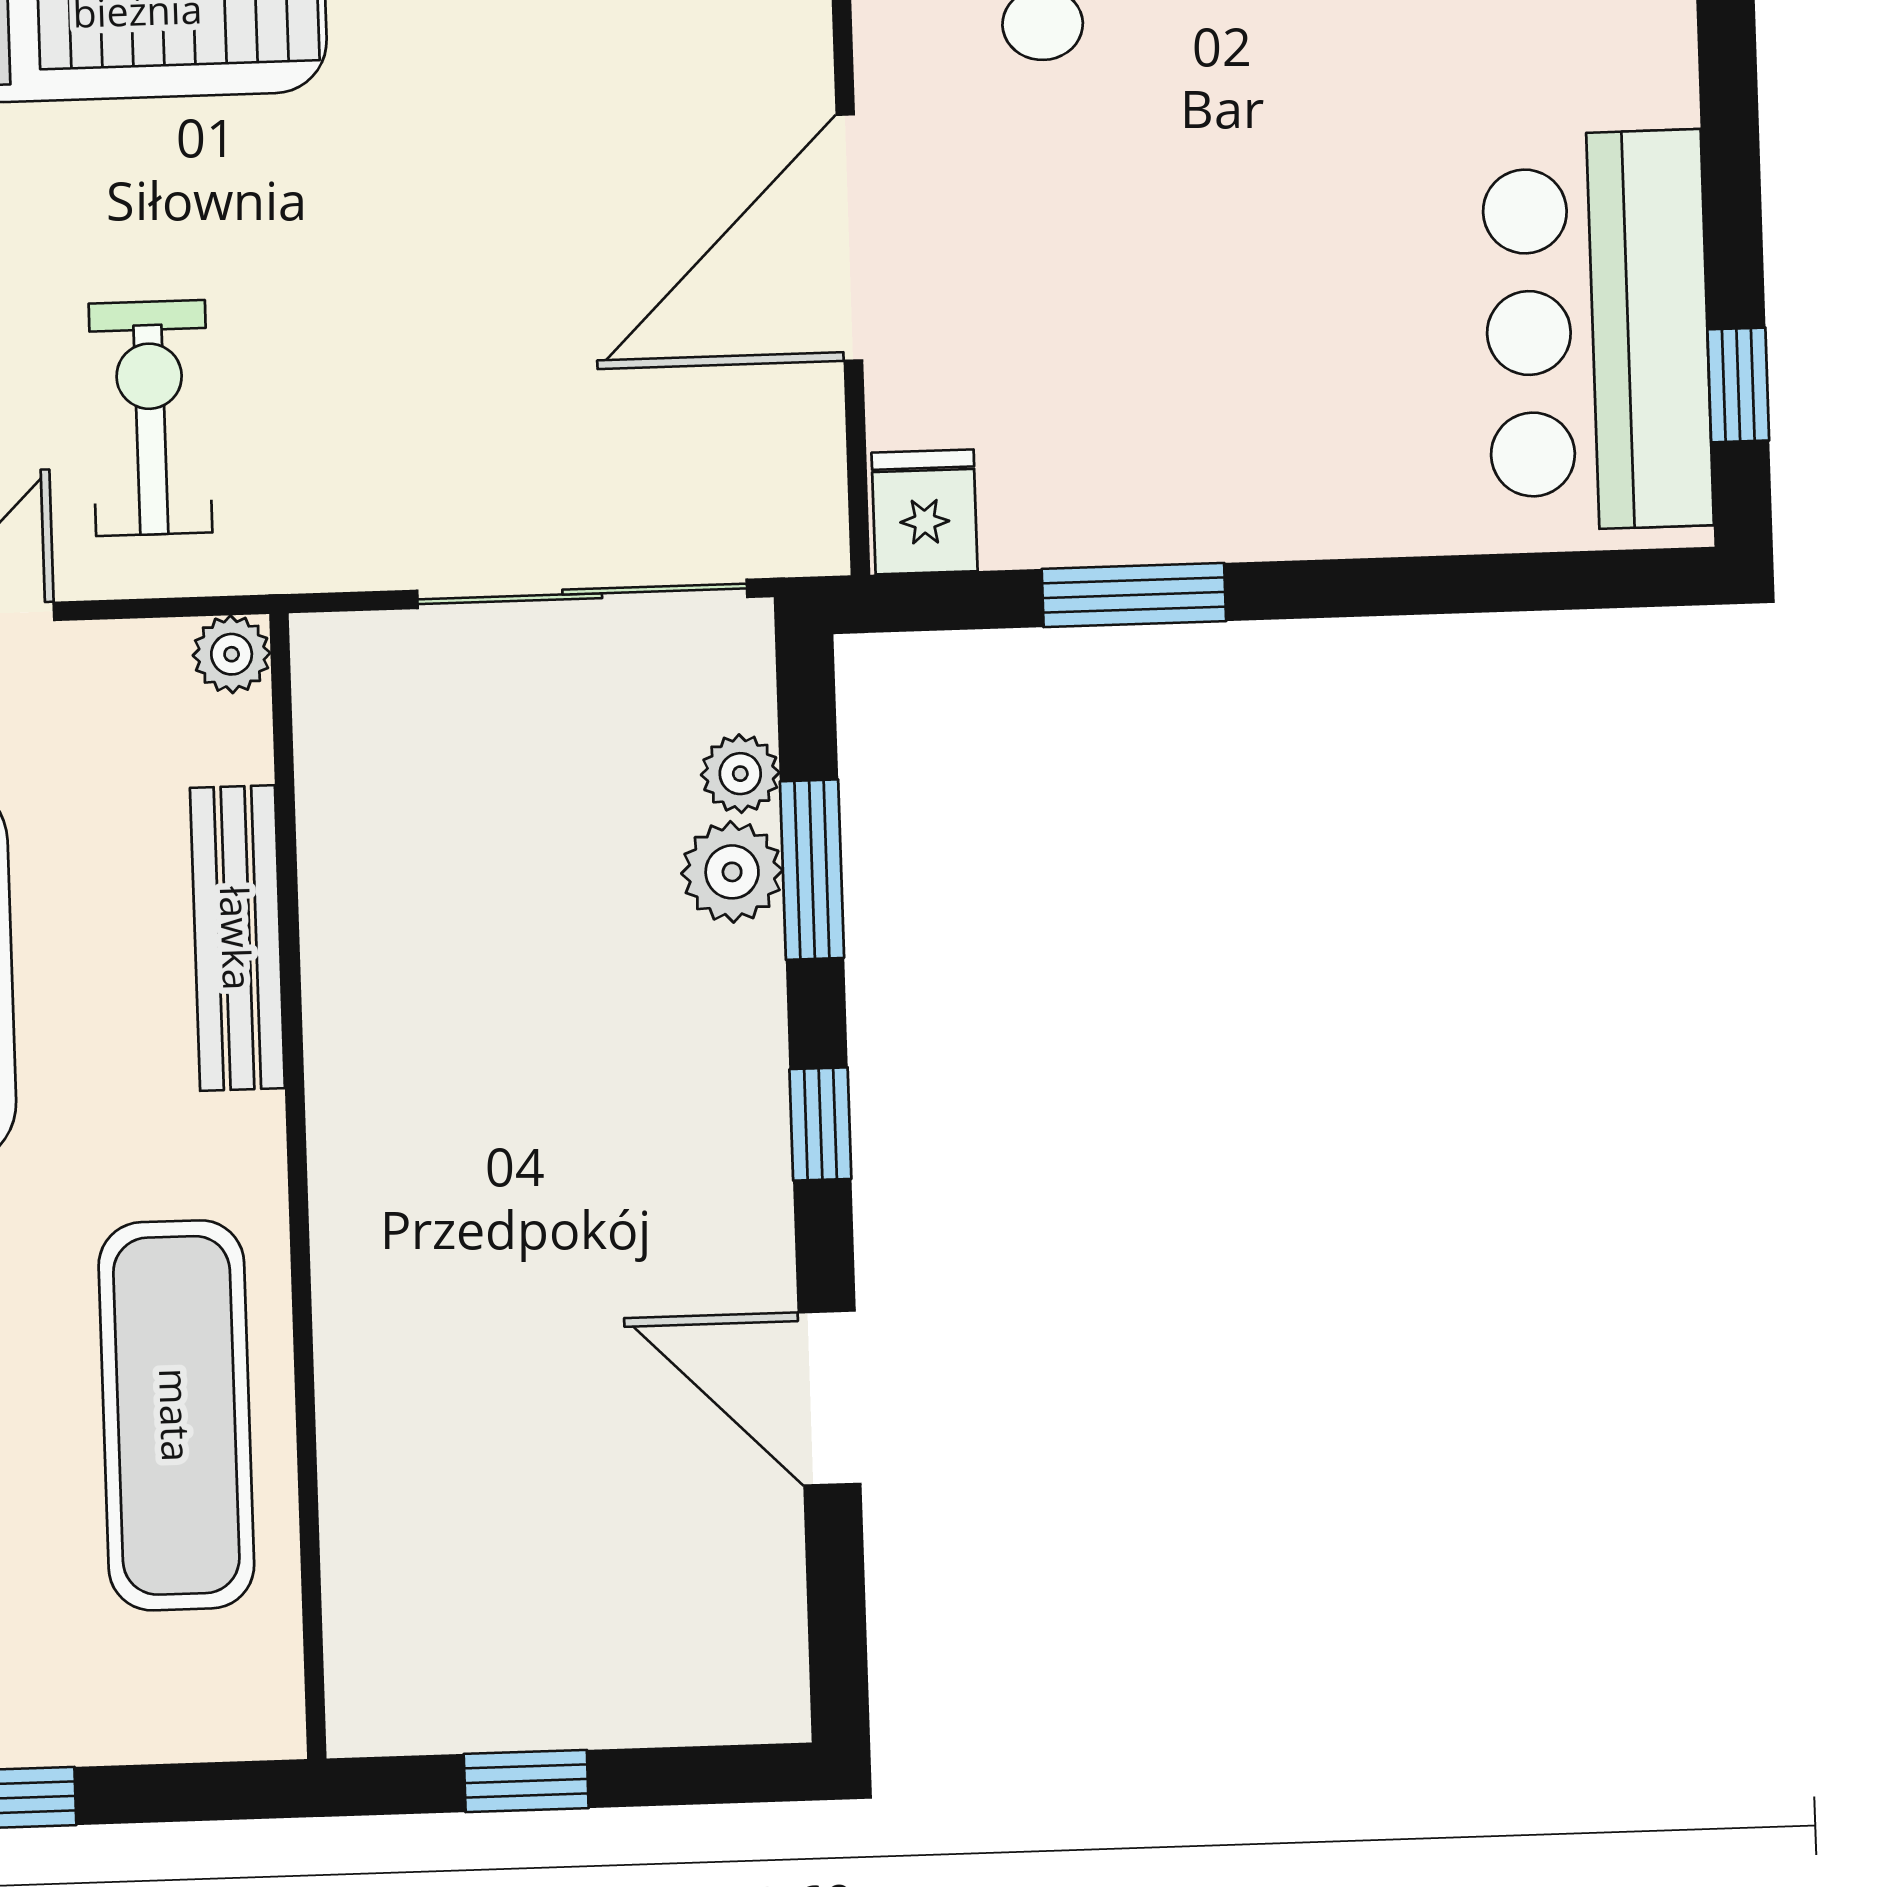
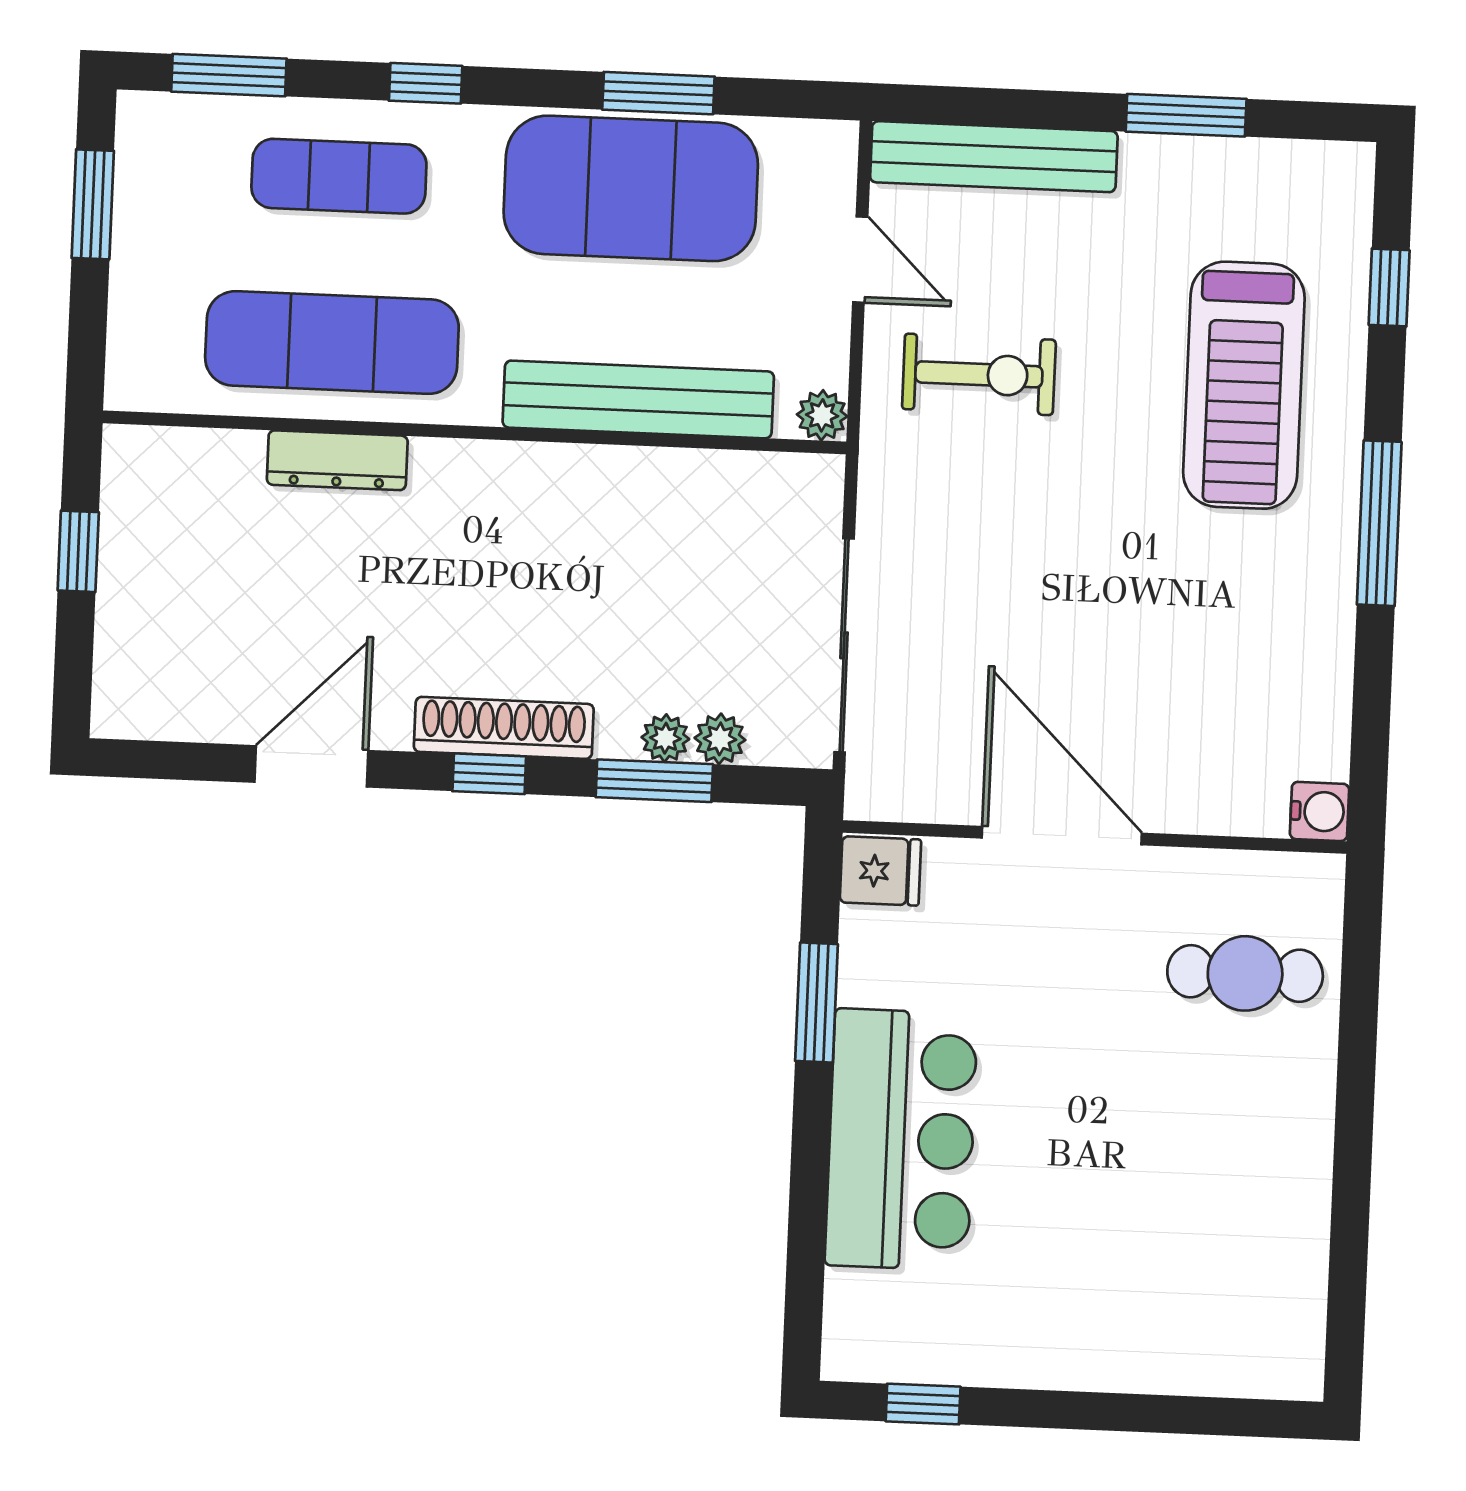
bar counter: (1597, 331) -> (901, 1140), moved, turned 90
plant: (732, 872) -> (665, 738), width x0.73, depth x0.73
bench: (237, 938) -> (638, 399), width x1.37, depth x1.21
shoe rack: (748, 1107) -> (504, 728), added
dresser: (356, 1394) -> (337, 460), added

